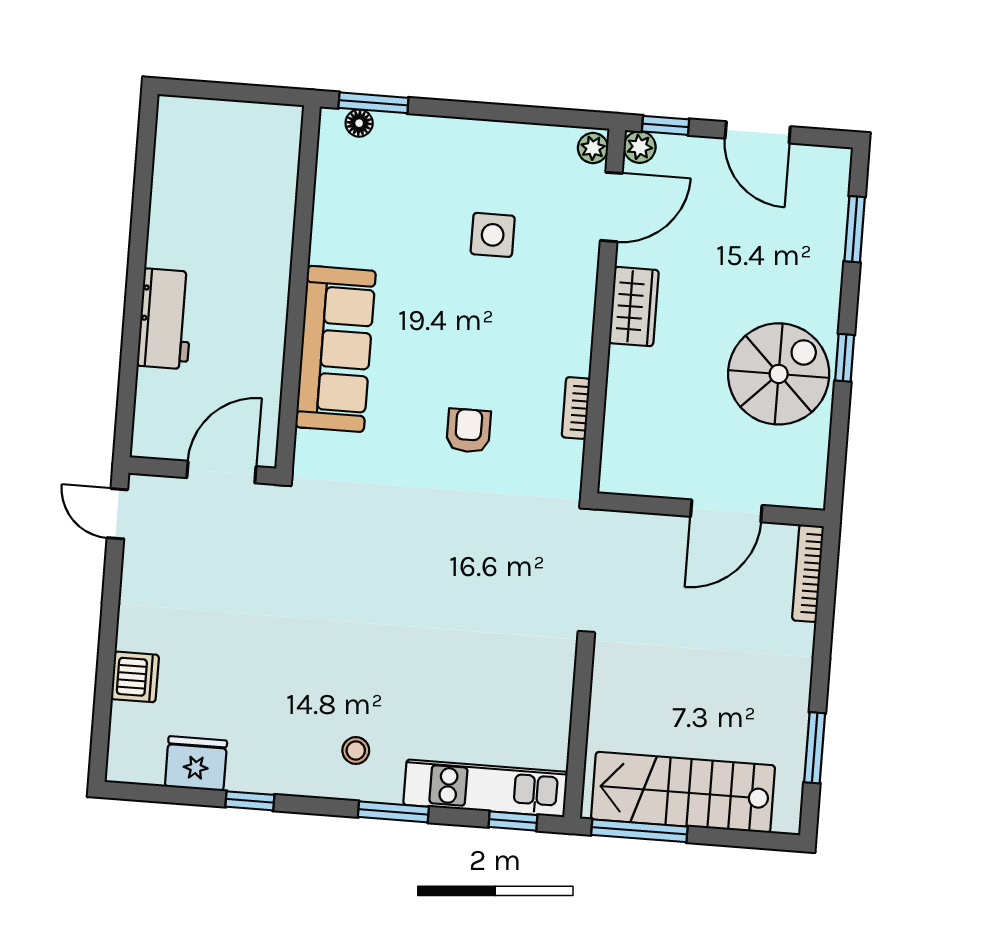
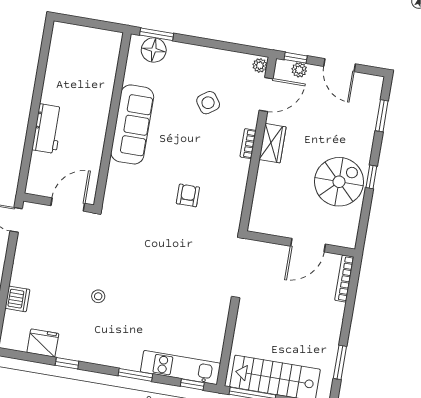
floor lamp: (359, 123) -> (154, 50), width x1.89, depth x1.89
plant: (640, 147) -> (299, 70), moved
side table: (493, 235) -> (208, 103), turned -35
sofa: (336, 349) -> (132, 124), moved
bookcase: (576, 408) -> (248, 144), moved
stool: (356, 750) -> (98, 296), moved

